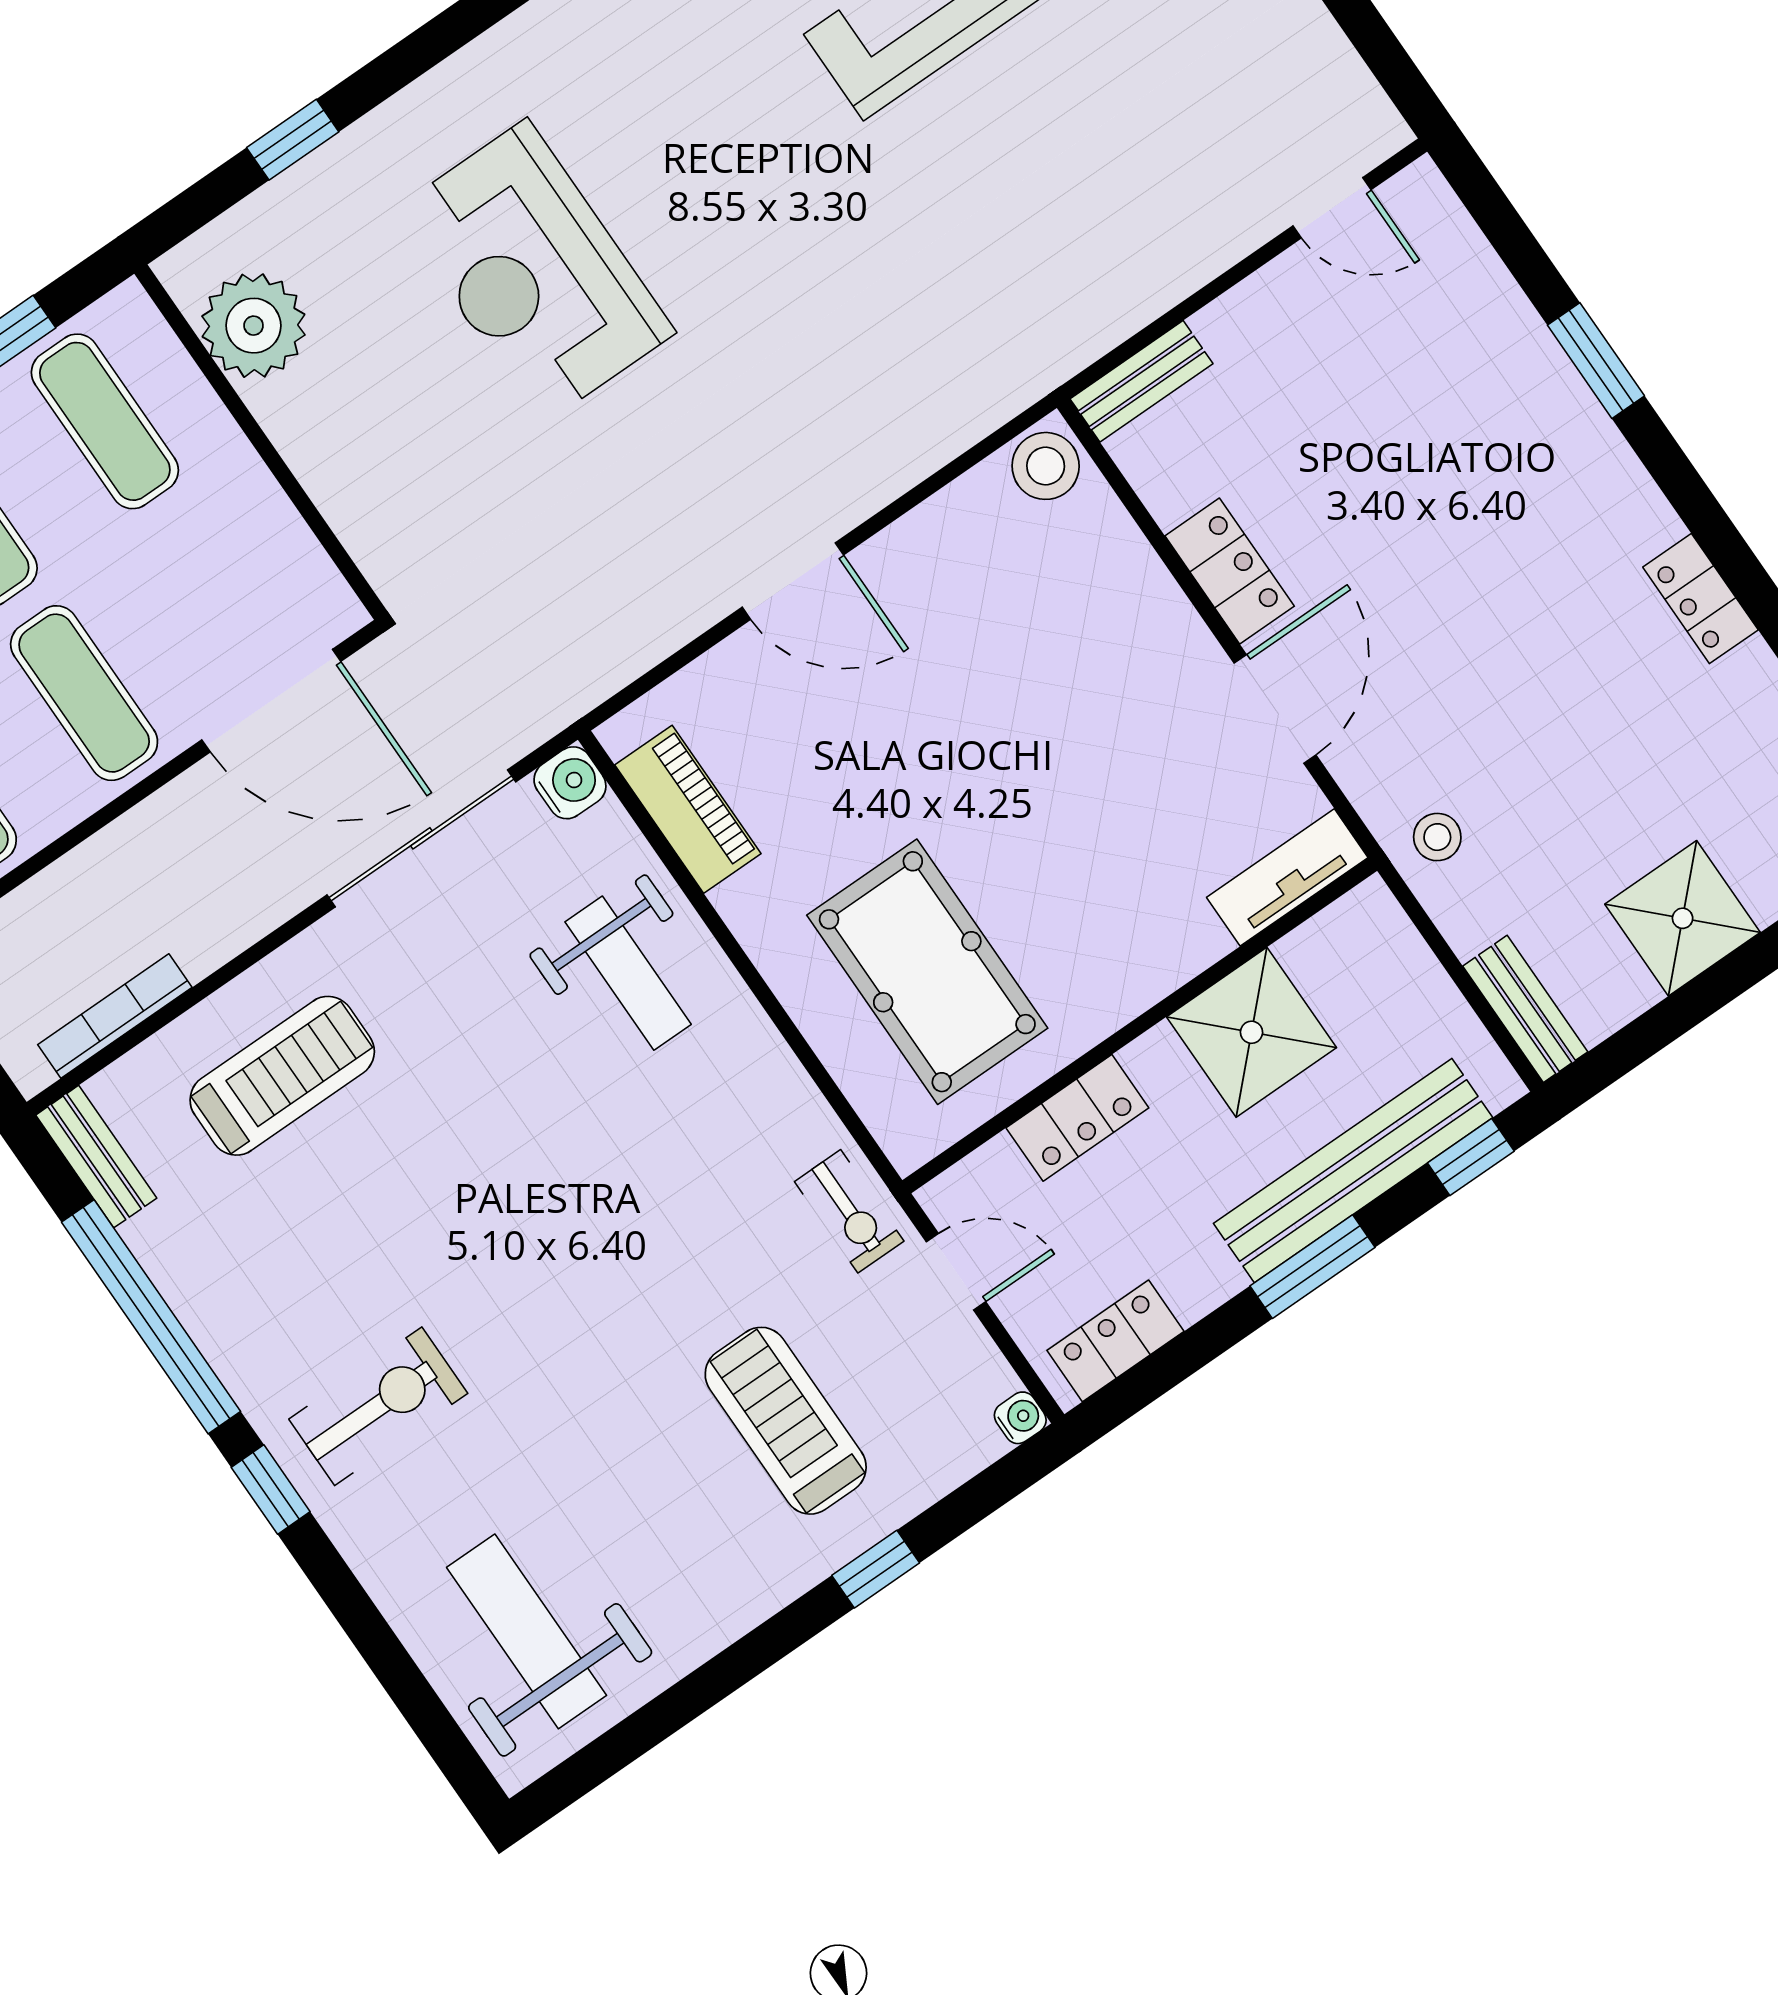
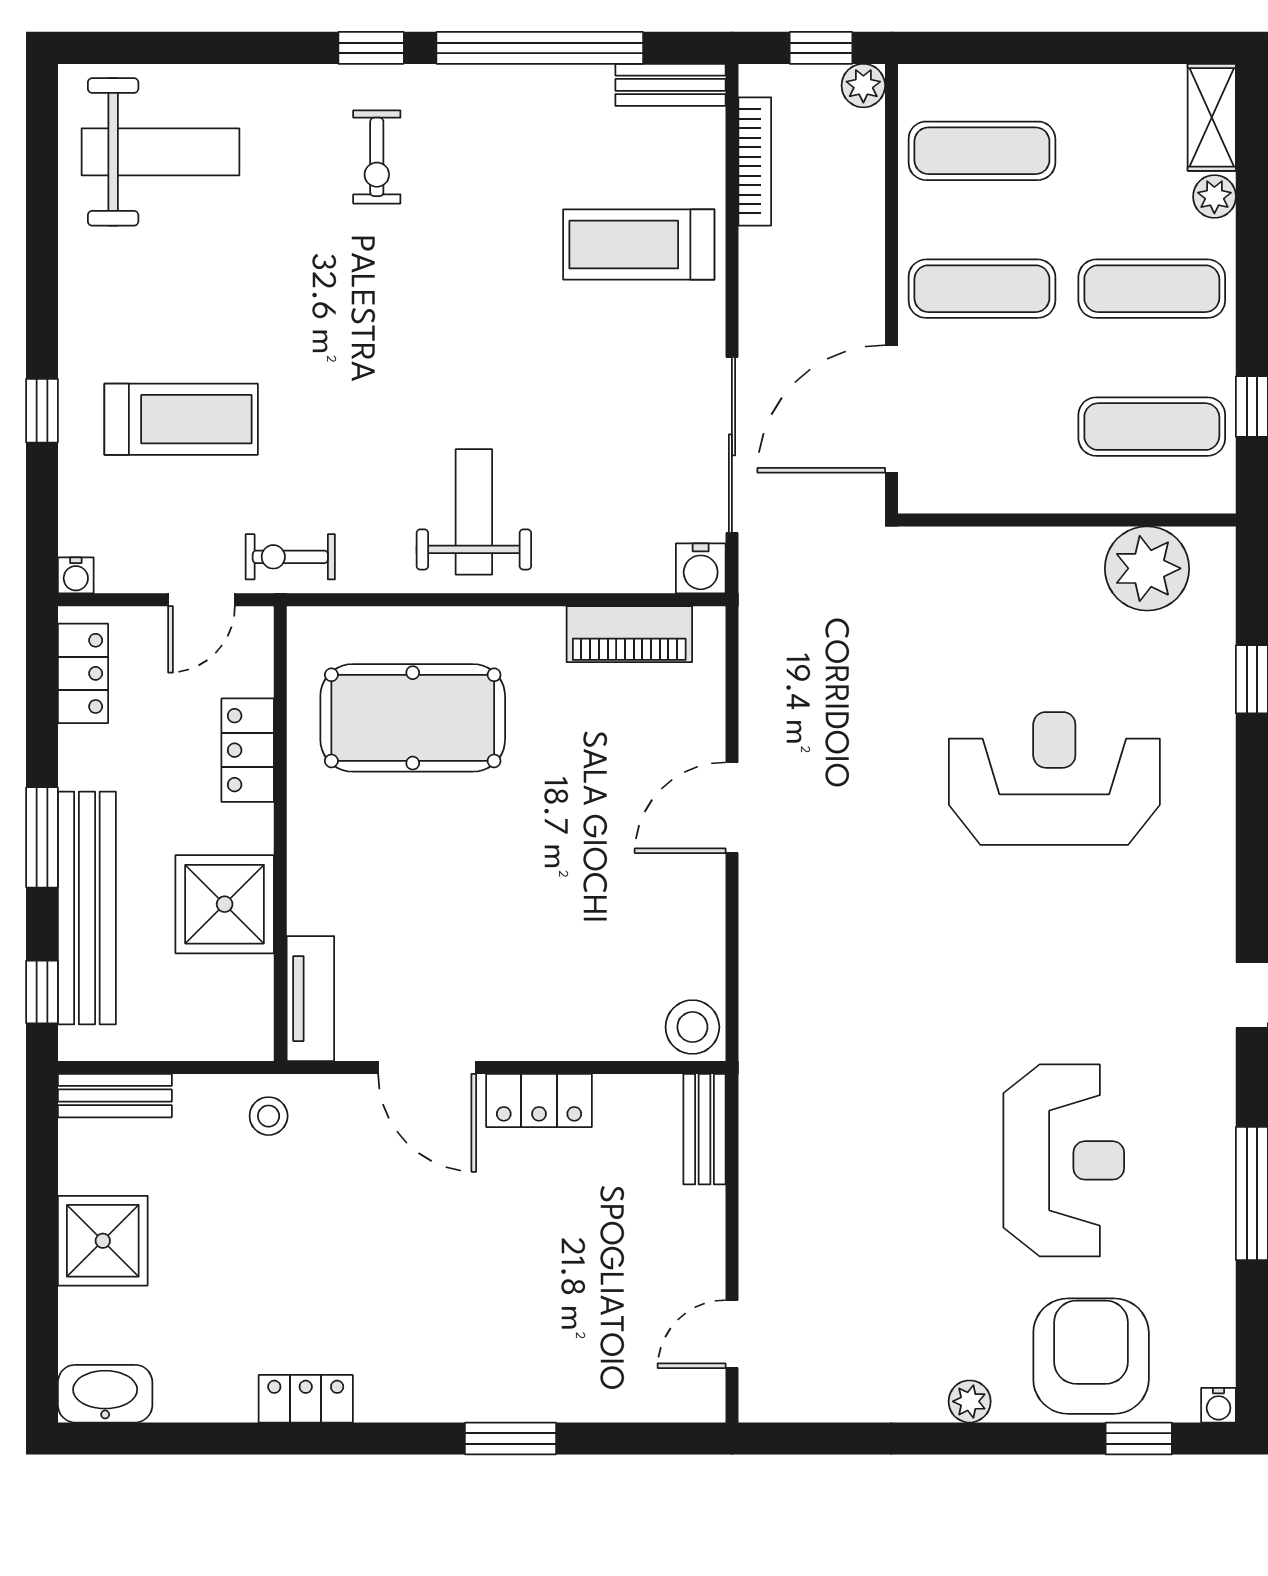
weight bench: (628, 973) -> (474, 512), moved, turned 90
treadmill: (282, 1076) -> (639, 245), turned 90
exercise bike: (378, 1406) -> (377, 157), width x0.73, depth x0.72

